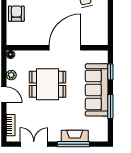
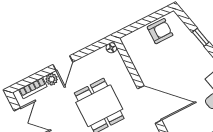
plant: (11, 75) -> (52, 79), moved

